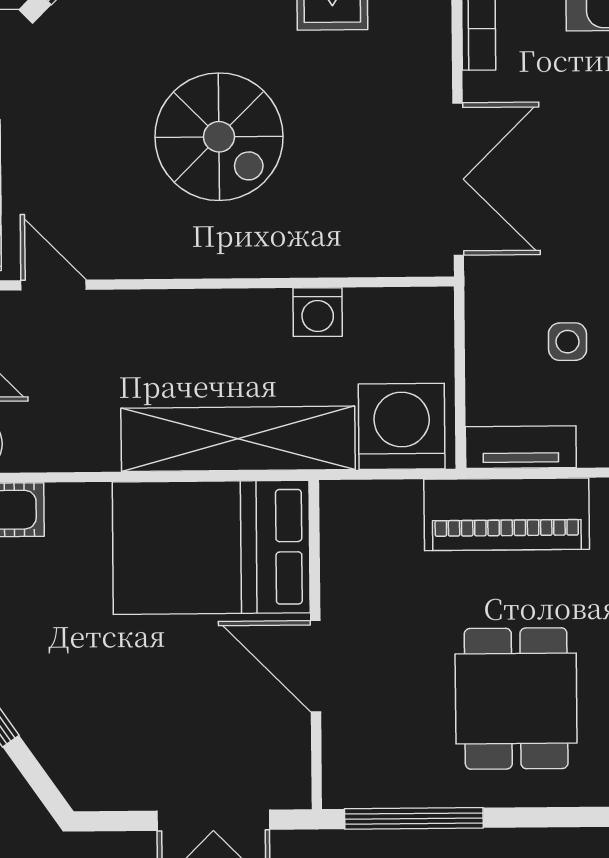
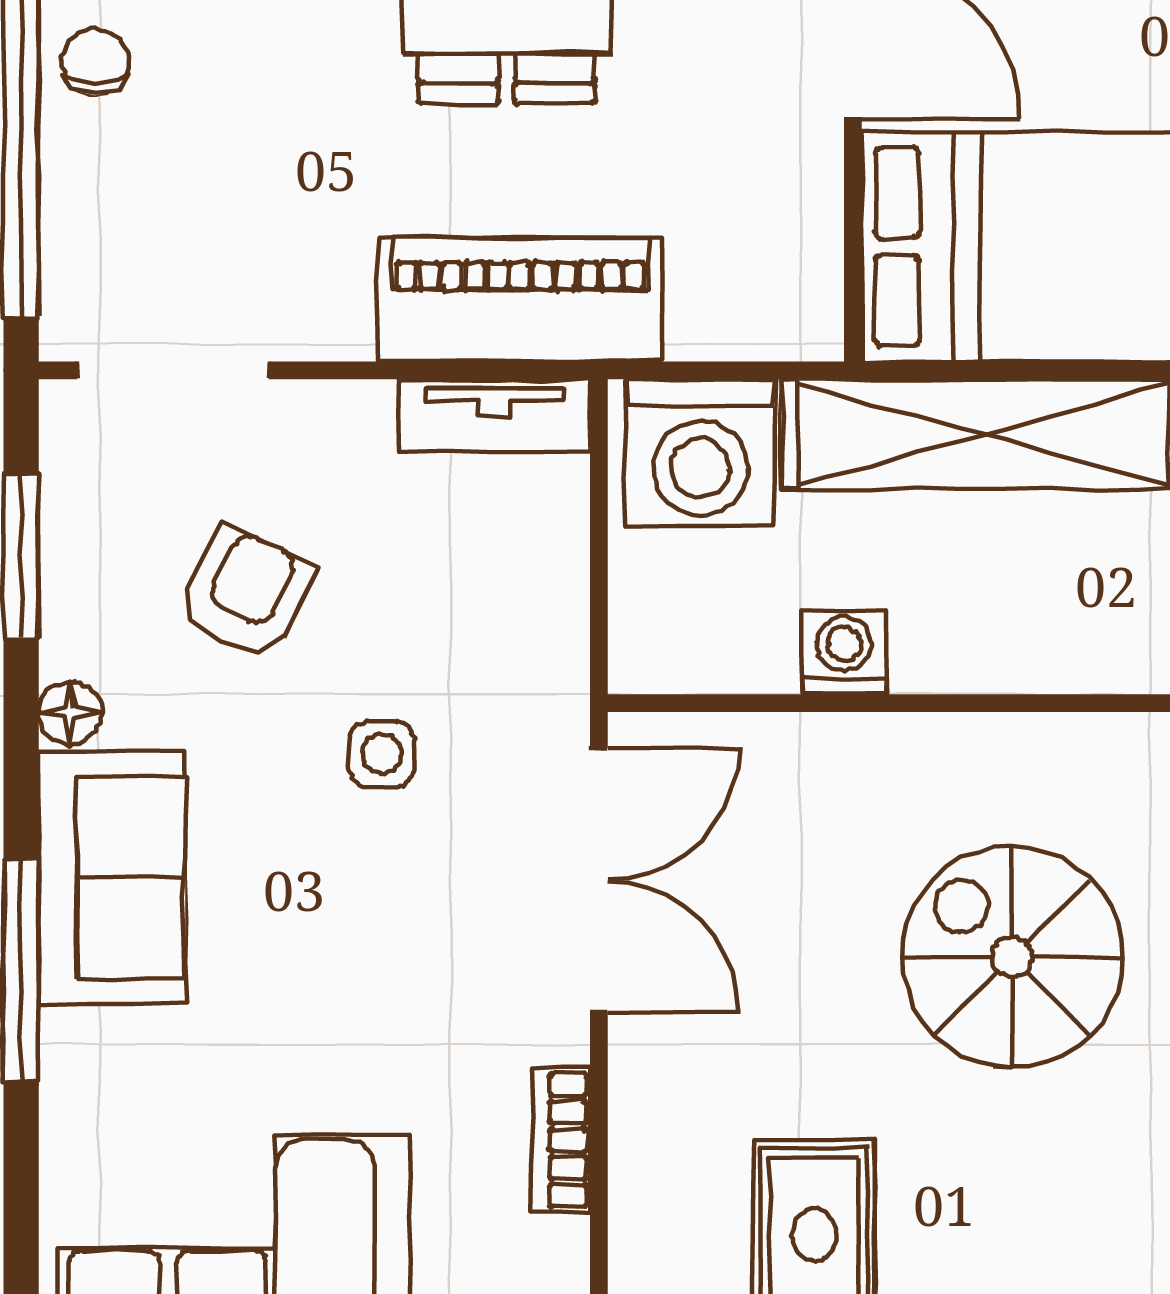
double door: (458, 179) -> (599, 880), swing flipped
side table: (568, 342) -> (382, 754), moved

